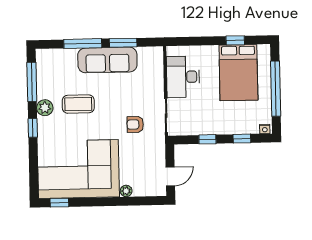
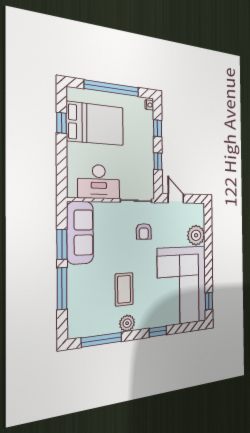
sofa: (107, 60) -> (80, 233), moved
window: (33, 128) -> (158, 332), moved
door: (170, 176) -> (176, 198), moved
plant: (126, 191) -> (196, 235), width x1.88, depth x1.88

